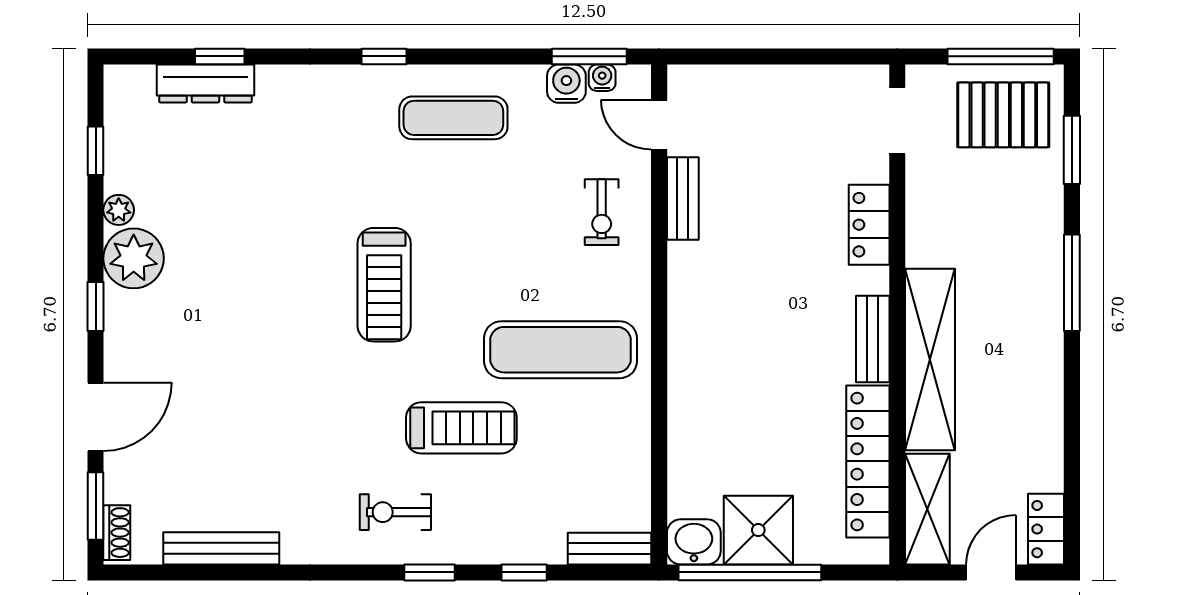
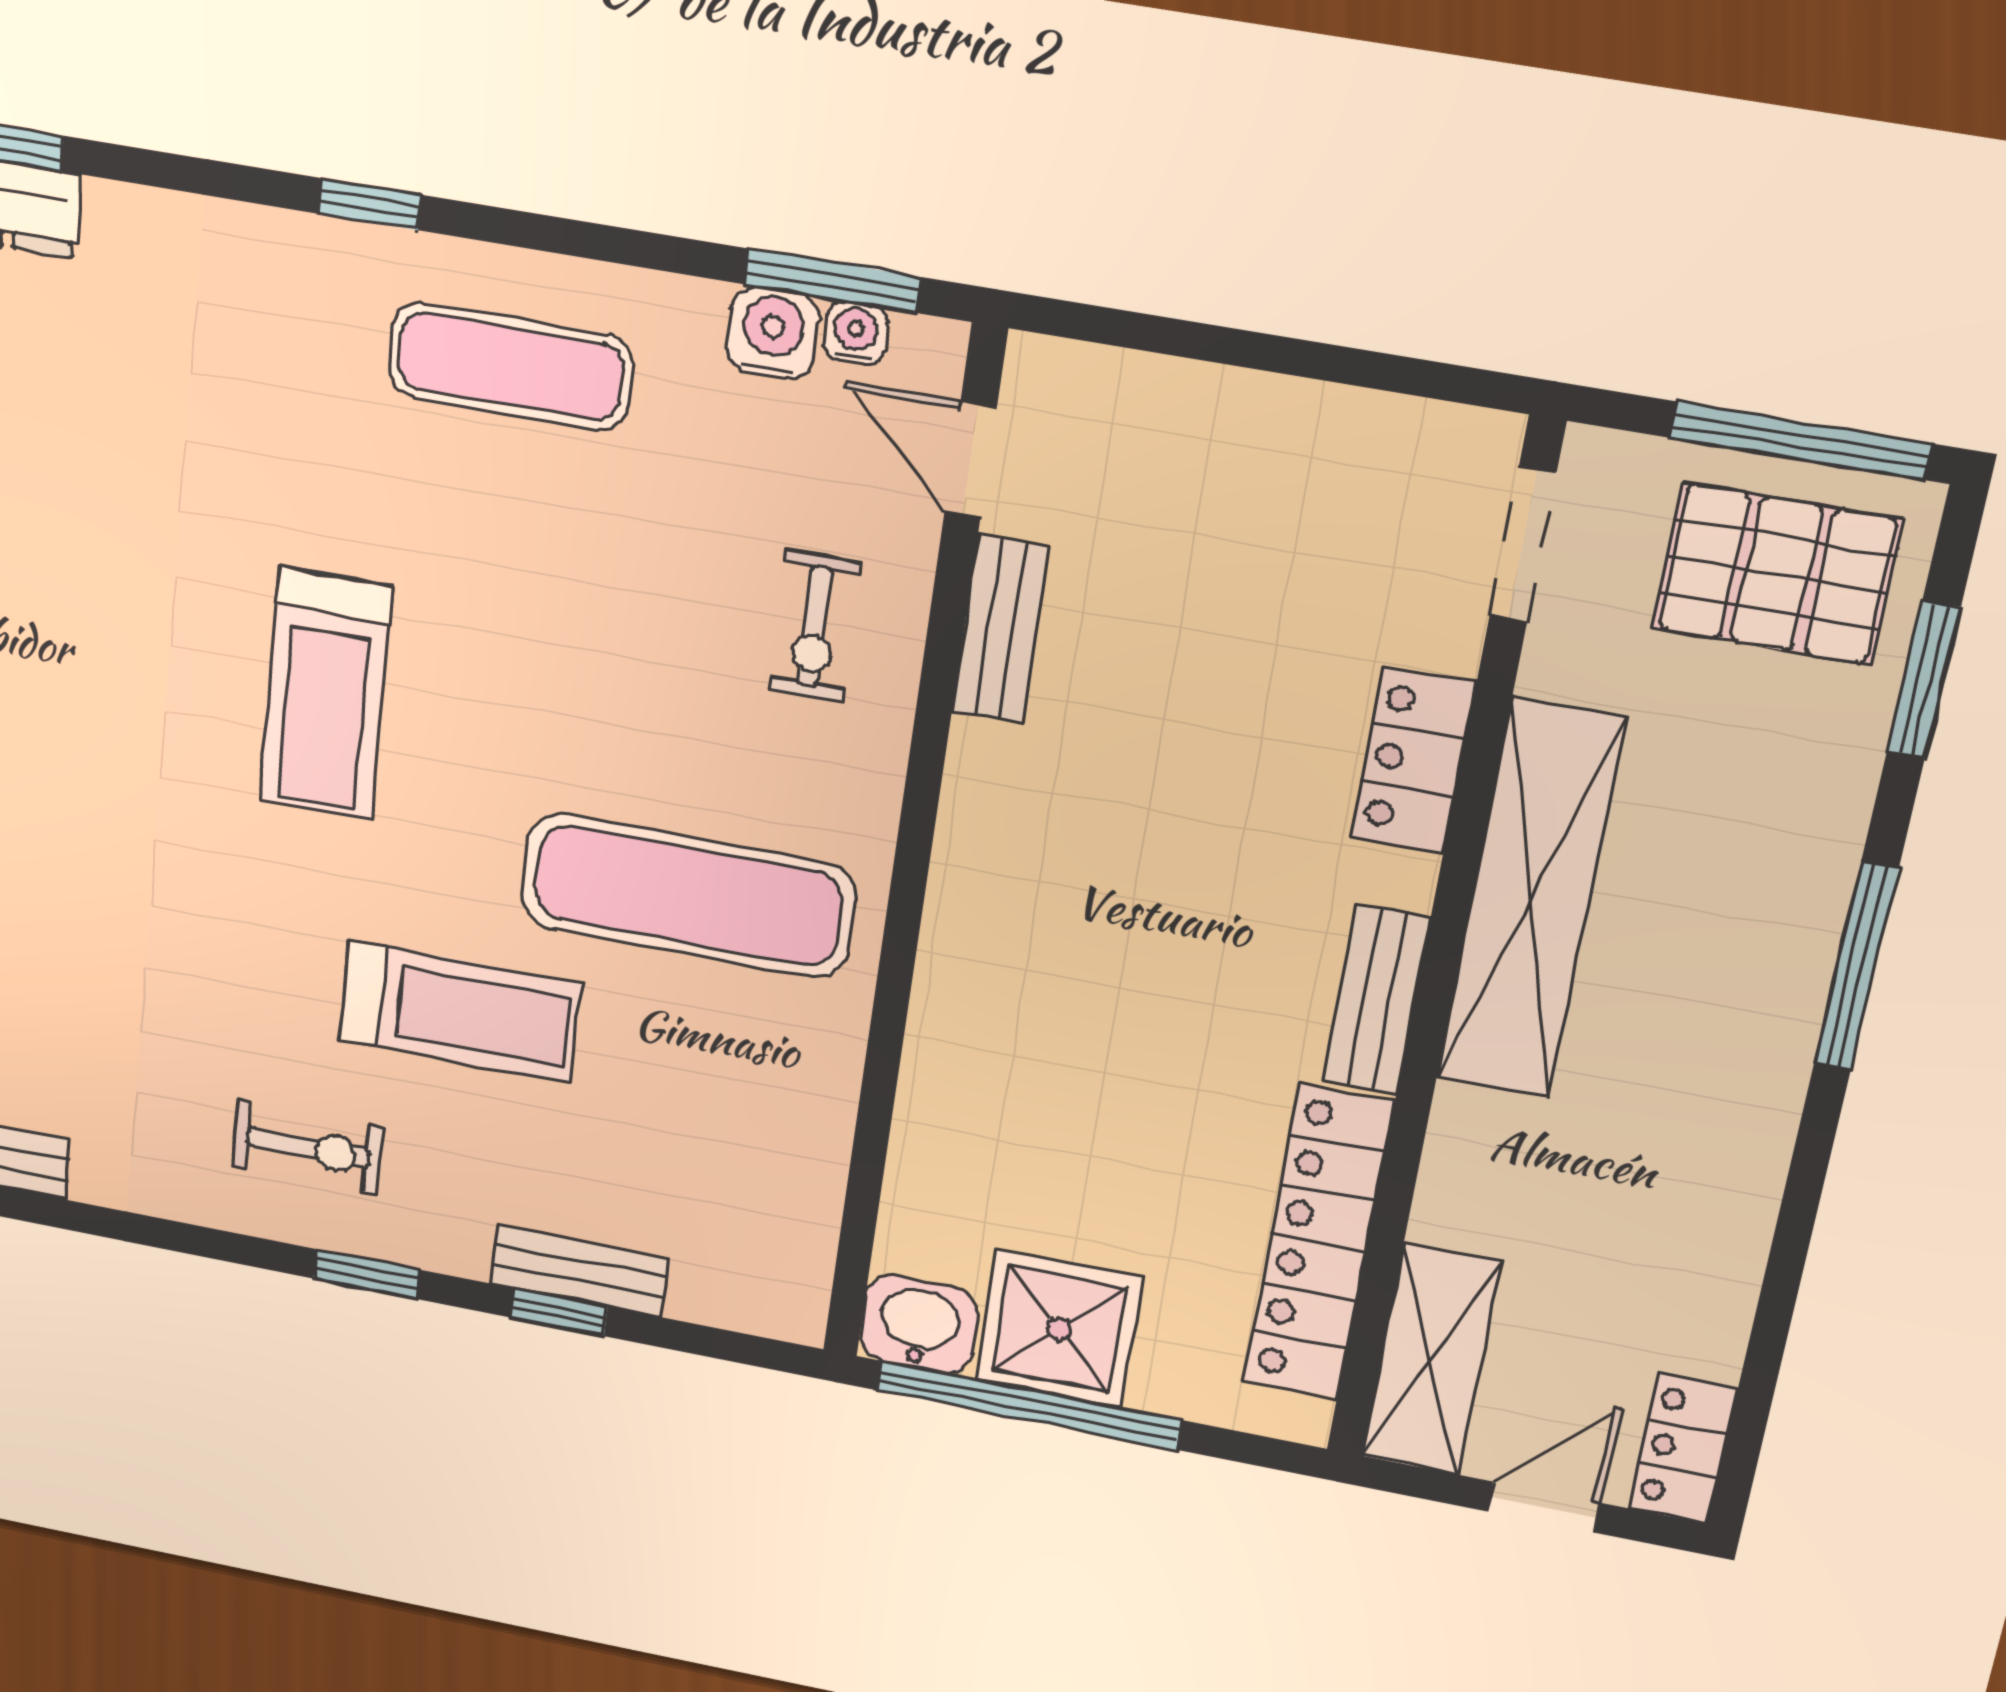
shelving: (930, 359) -> (1530, 900), moved
exercise bike: (395, 512) -> (308, 1148), turned 180
bench: (610, 549) -> (579, 1271), moved

